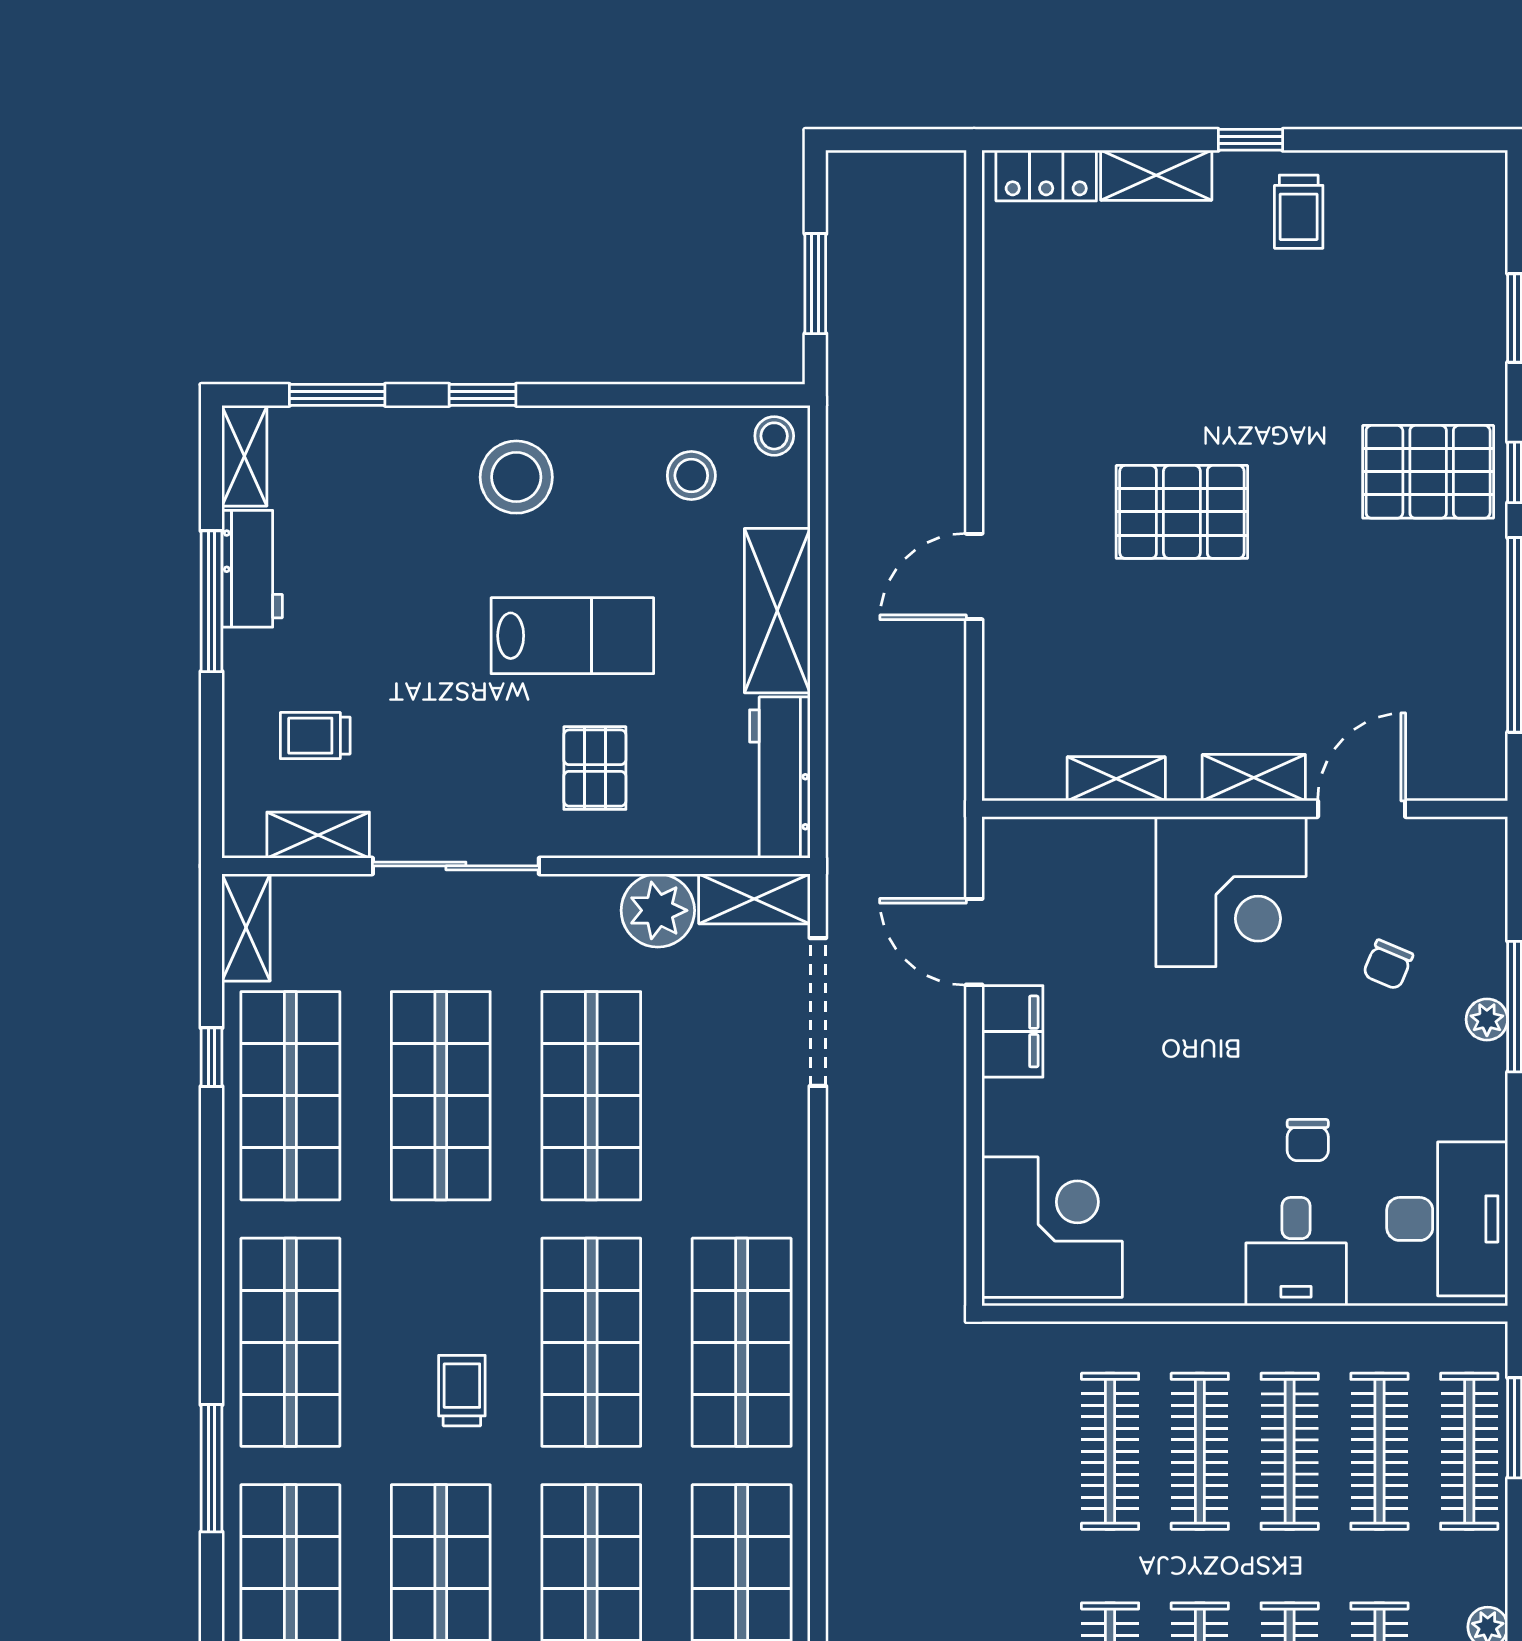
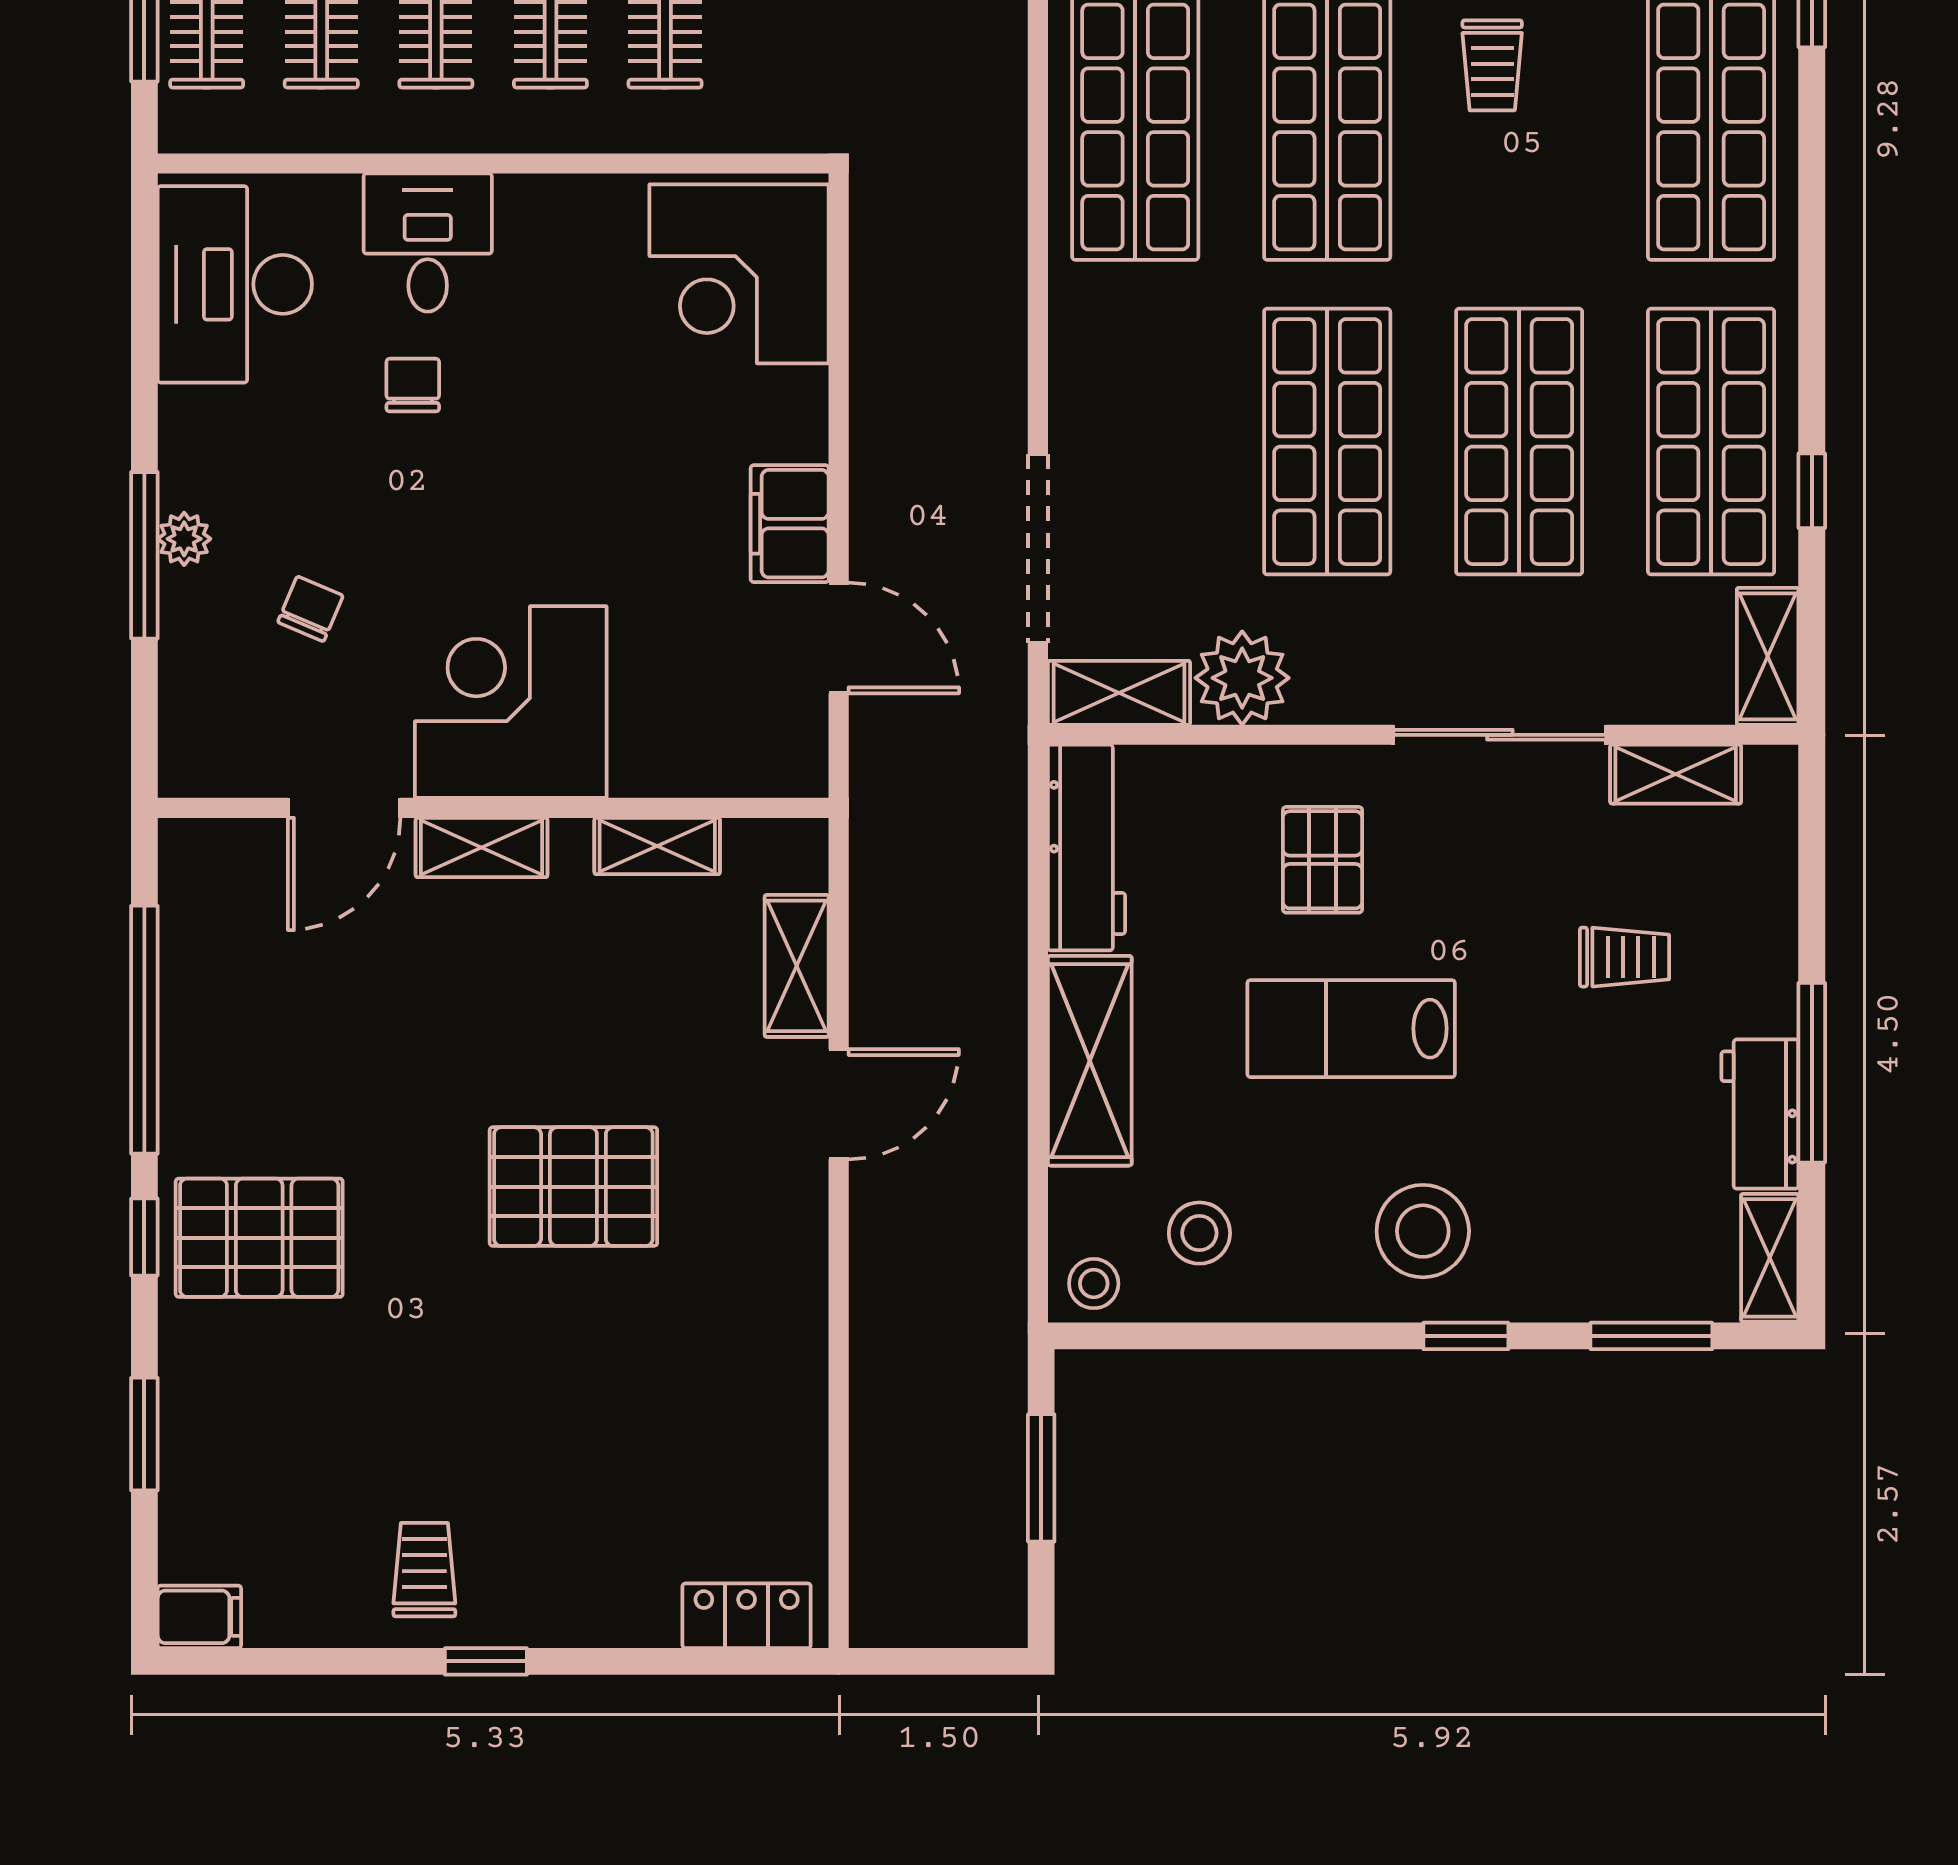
shelving: (1156, 175) -> (797, 966), moved, turned 90
filing cabinet: (1475, 175) -> (199, 1617), added
trolley: (315, 736) -> (1625, 957), moved

